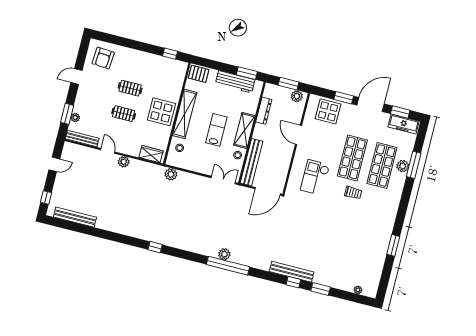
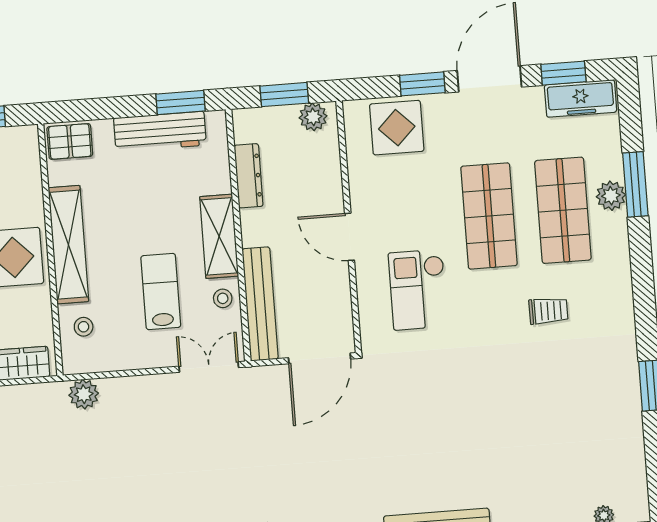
lab bench: (216, 130) -> (161, 292), moved
door: (298, 135) -> (350, 237), moved
trolley: (353, 193) -> (548, 311), moved

